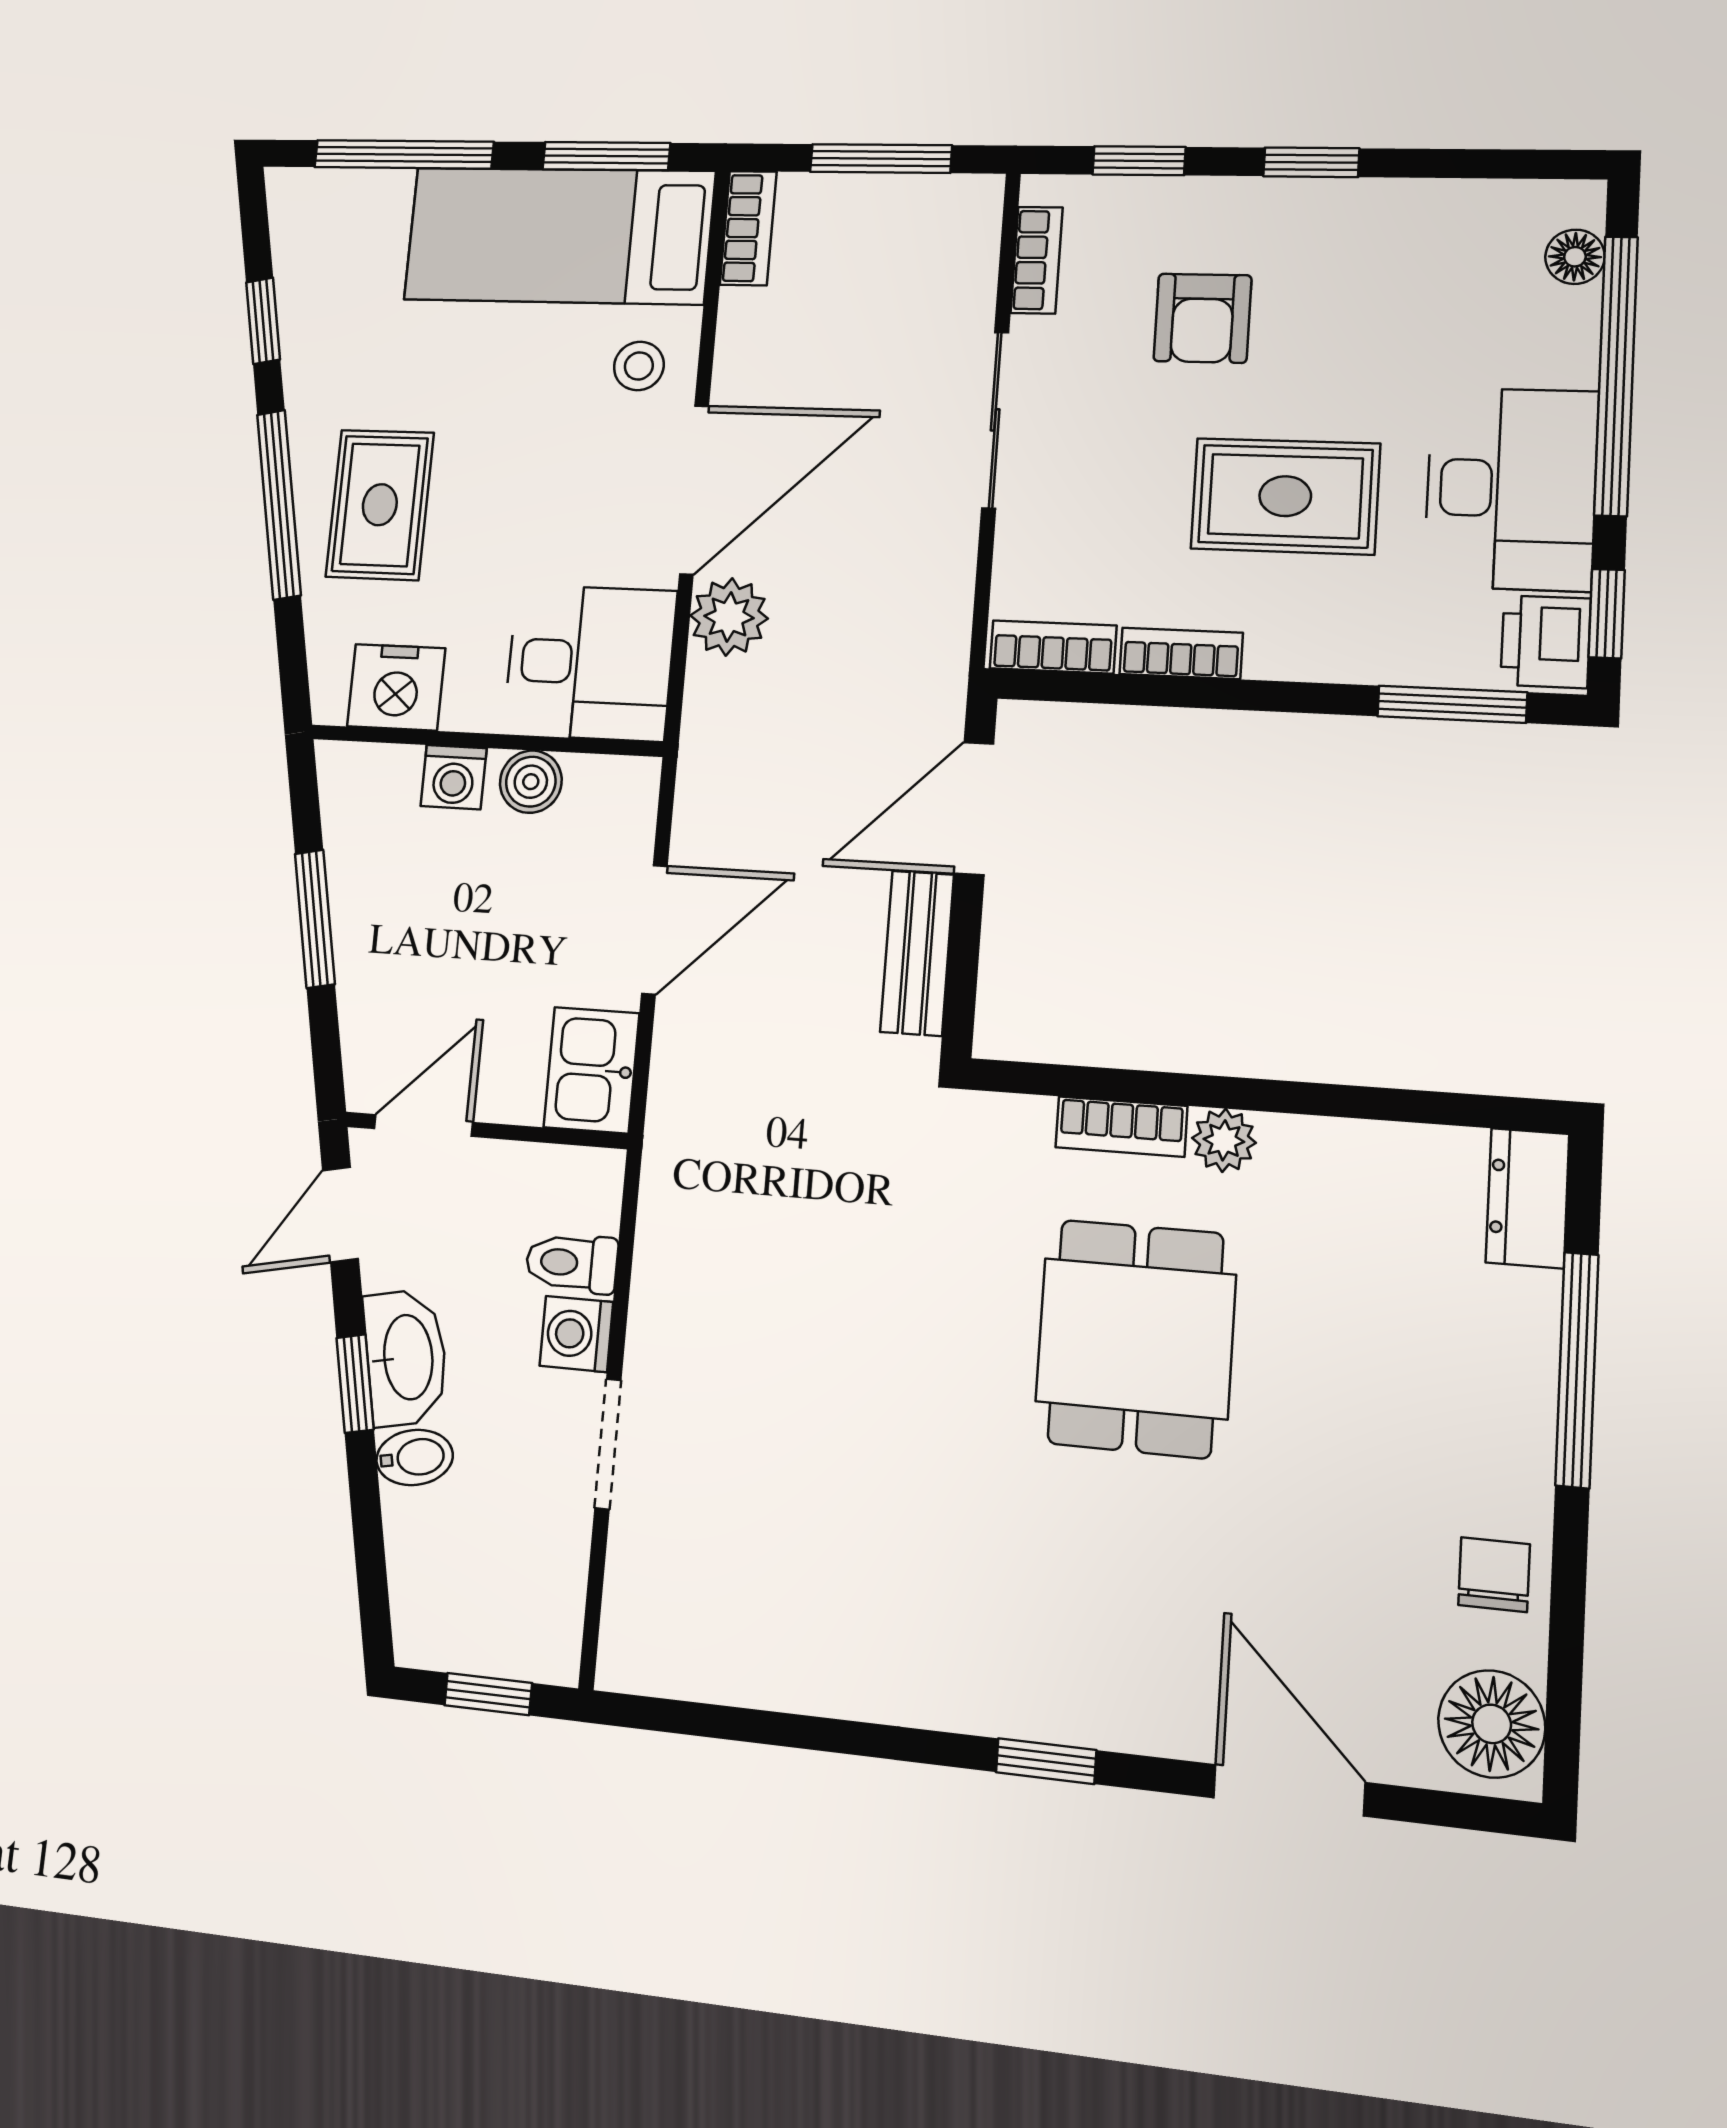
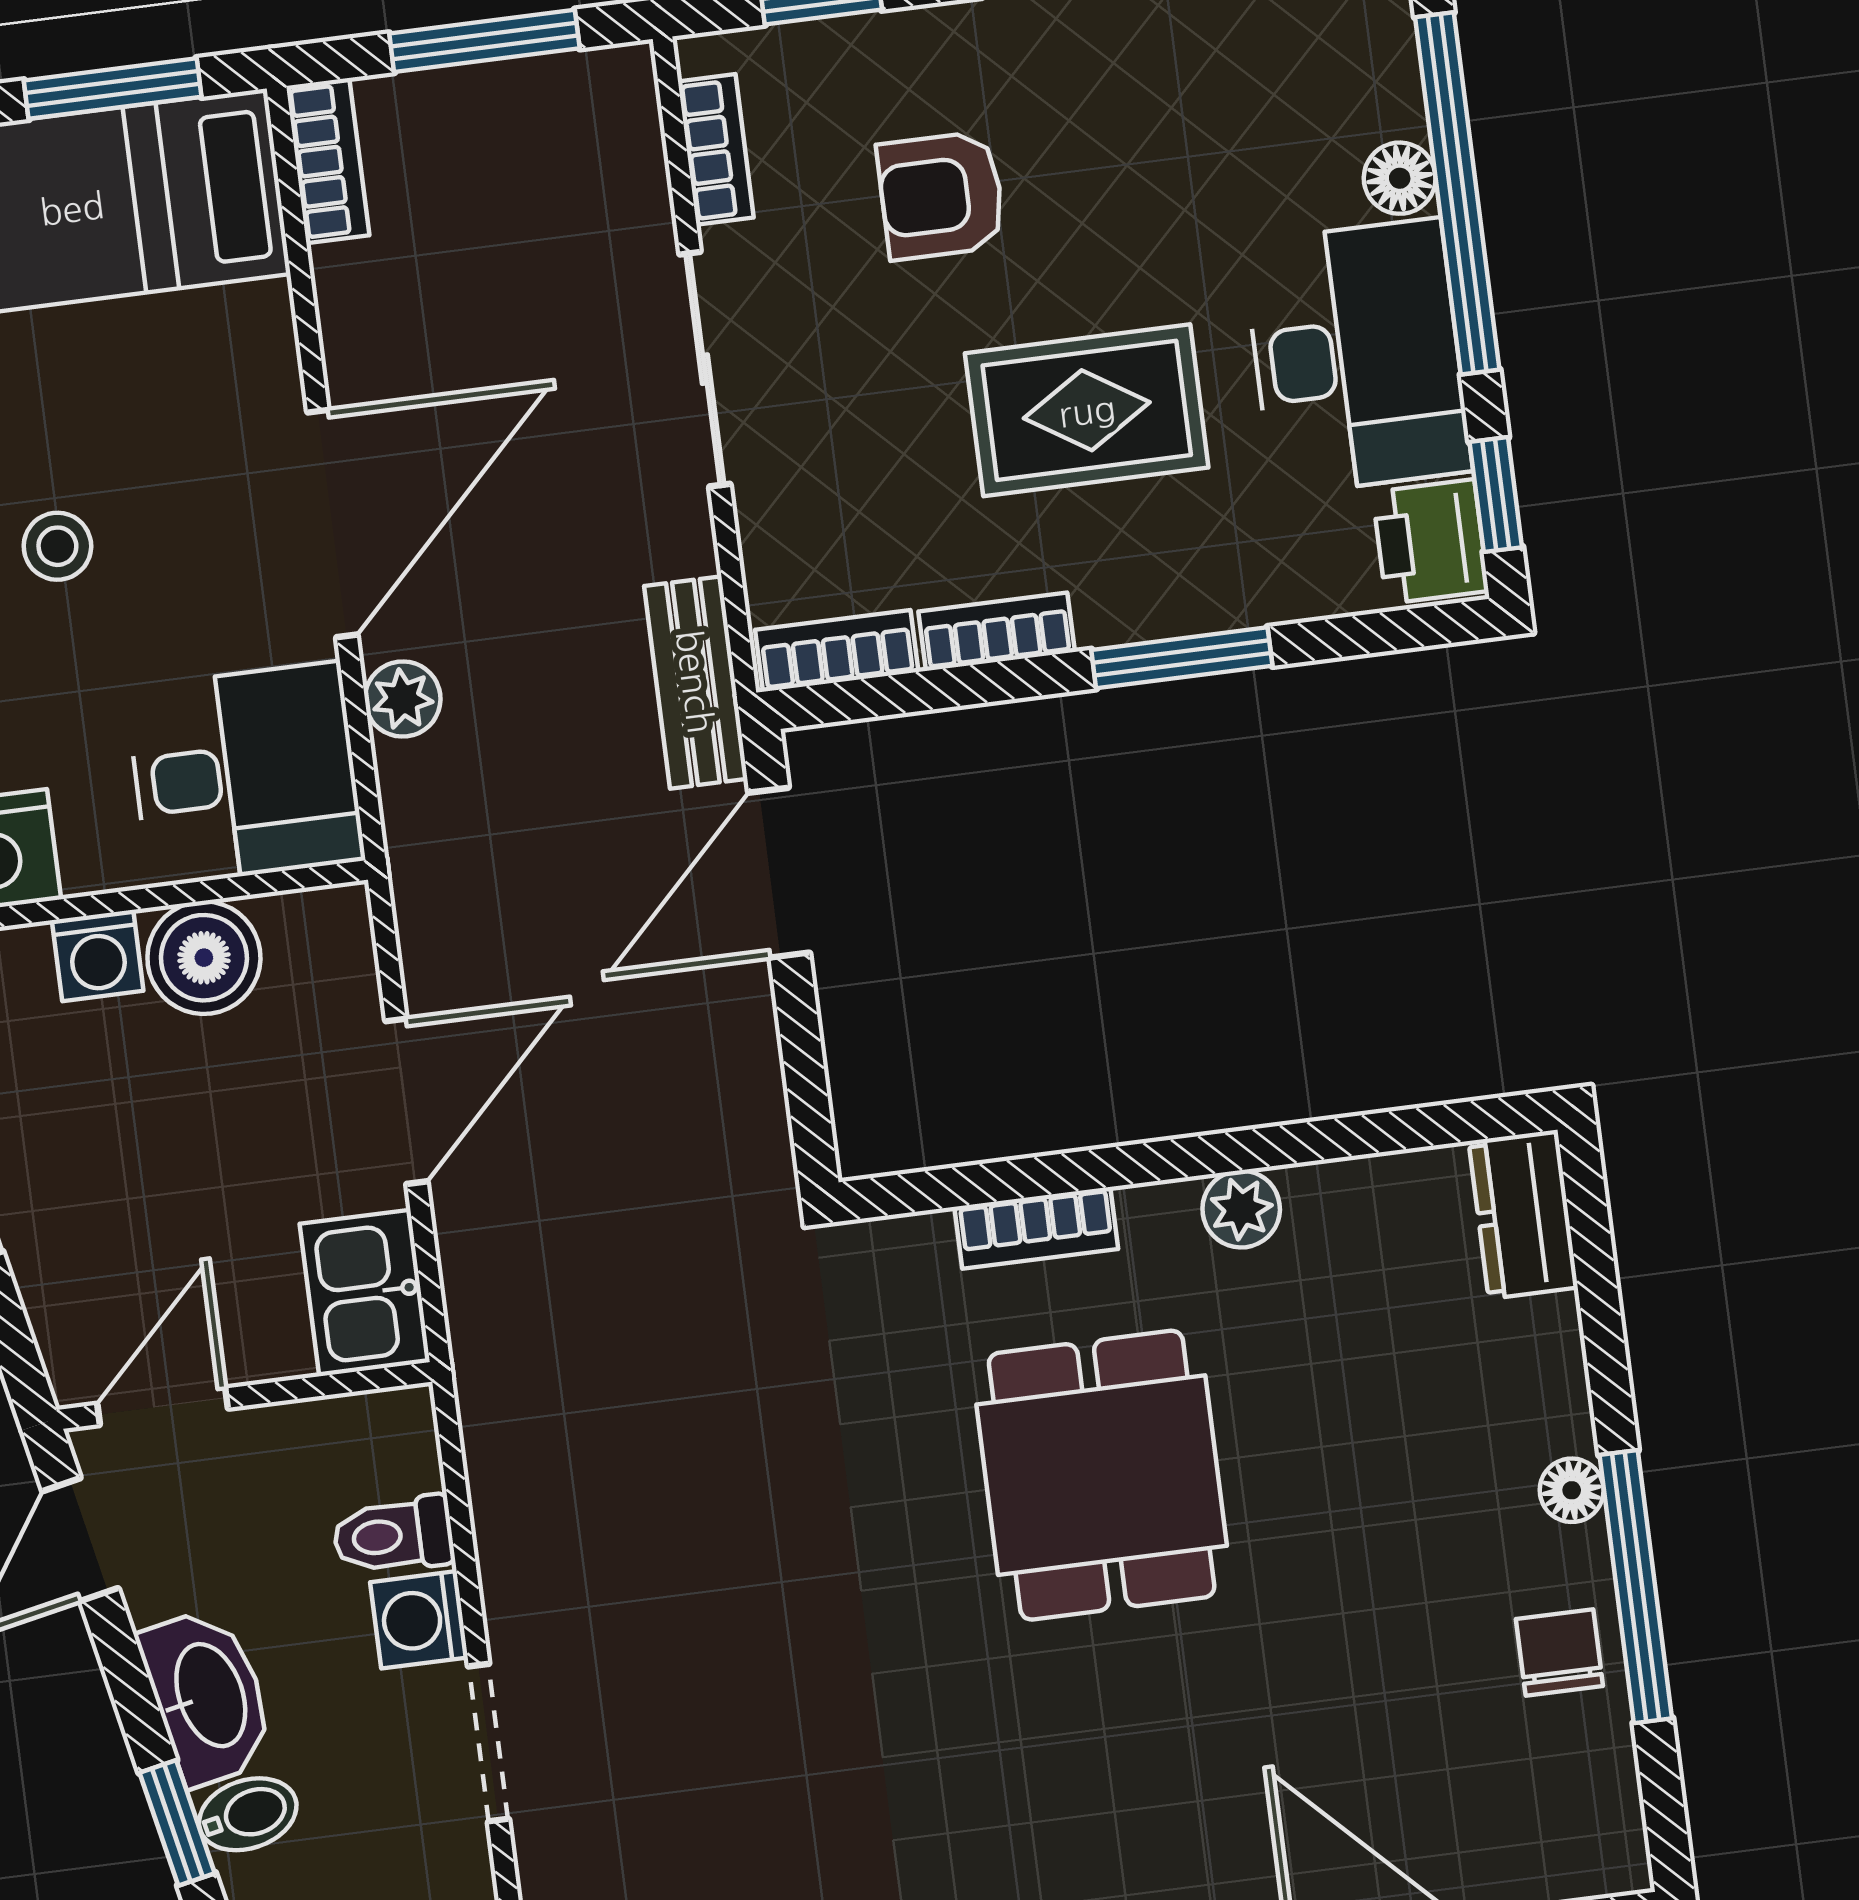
floor lamp: (1575, 257) -> (1400, 178), moved
armchair: (1202, 318) -> (941, 195), turned 90
stool: (639, 366) -> (57, 546), moved
plant: (729, 617) -> (403, 699), width x0.73, depth x0.73
window: (1452, 704) -> (1182, 658), moved
boiler: (531, 782) -> (204, 958), width x1.36, depth x1.36
bench: (917, 953) -> (696, 682), moved
plant: (1224, 1140) -> (1241, 1209), moved
window: (1577, 1370) -> (1636, 1587), moved
window: (355, 1384) -> (177, 1823), moved
floor lamp: (1492, 1724) -> (1572, 1490), moved, width x0.53, depth x0.53

